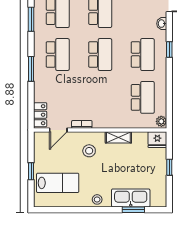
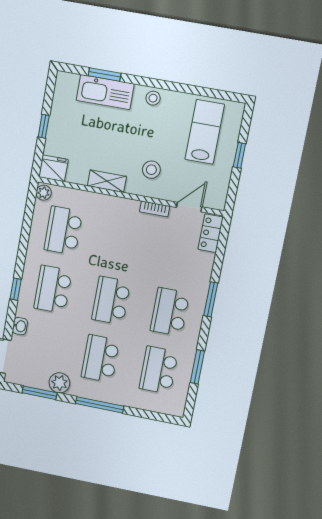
lab bench: (58, 183) -> (205, 132), turned 90

